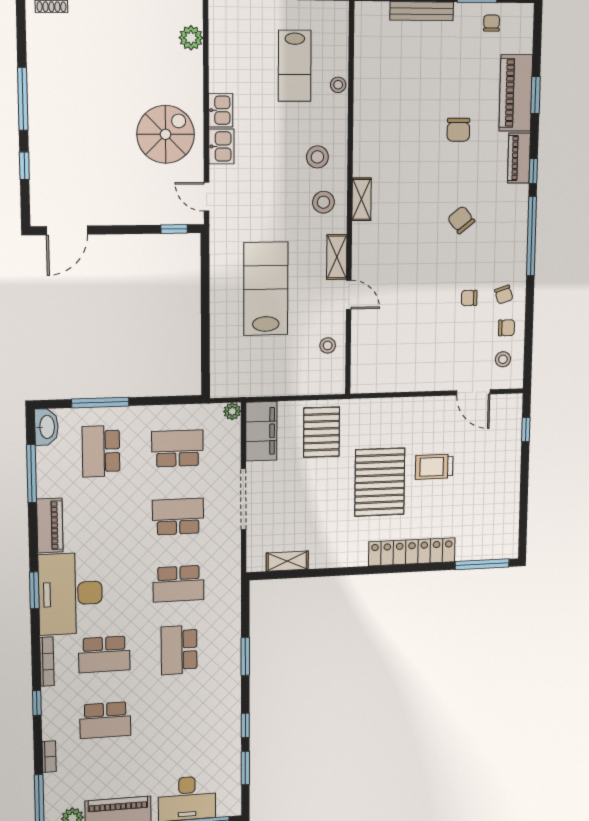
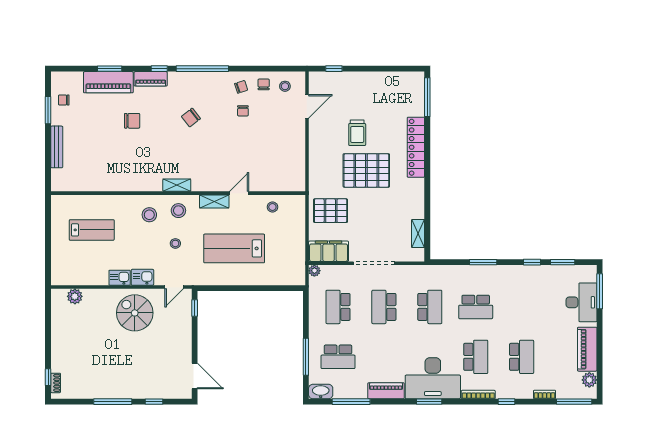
stool: (338, 85) -> (175, 243), moved

